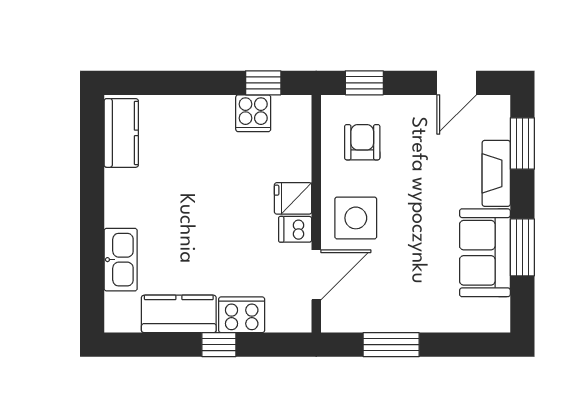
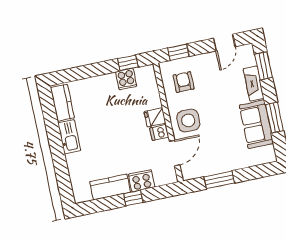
kitchen sink: (121, 260) -> (69, 137), moved

